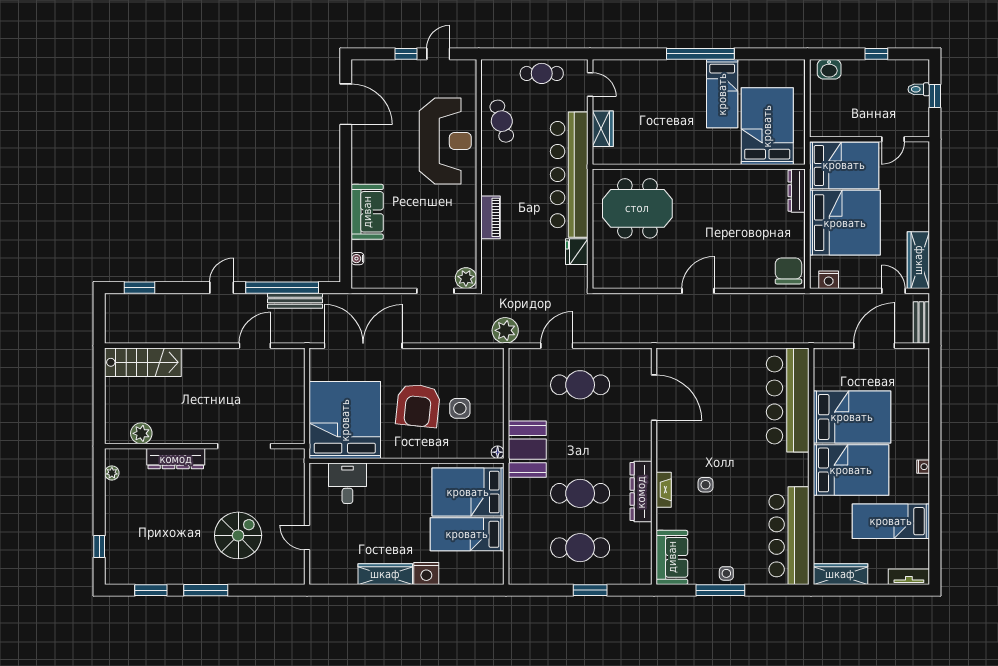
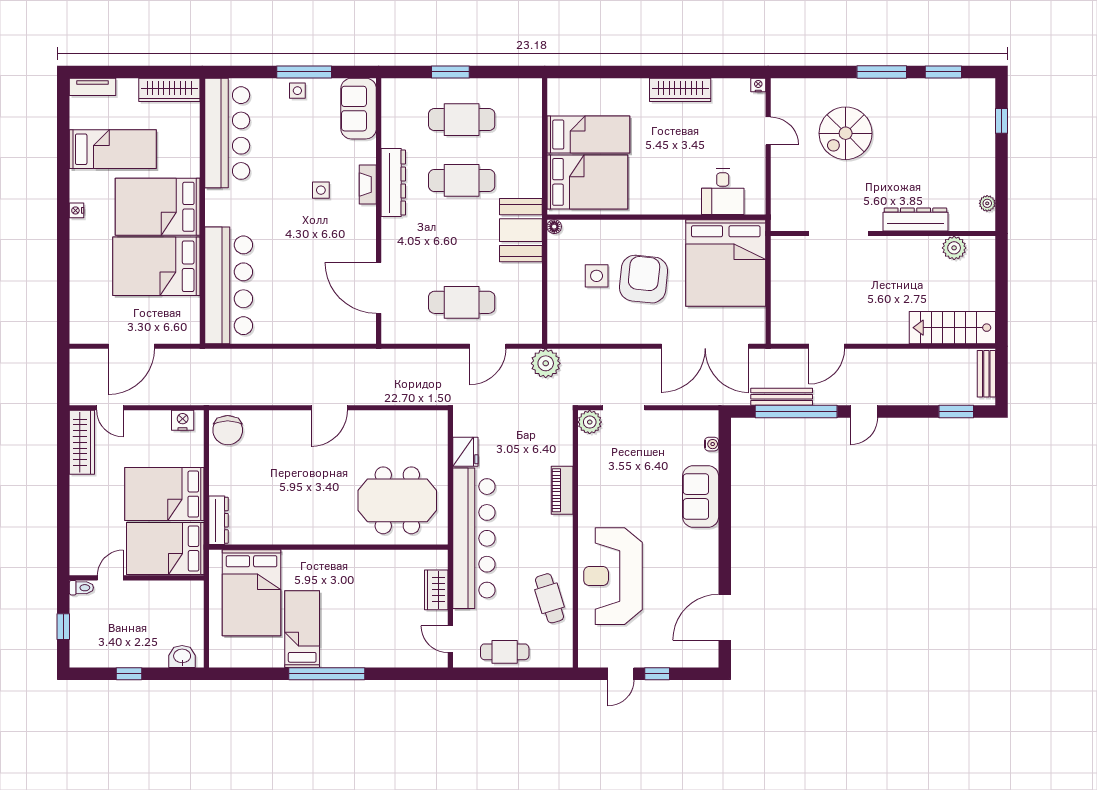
toilet: (919, 89) -> (81, 588), moved
door: (346, 104) -> (725, 617), hinge flipped
bed: (845, 223) -> (164, 494), width x0.73
bench: (921, 323) -> (986, 374), moved
nightstand: (426, 573) -> (758, 85), moved, width x0.53, depth x0.56

